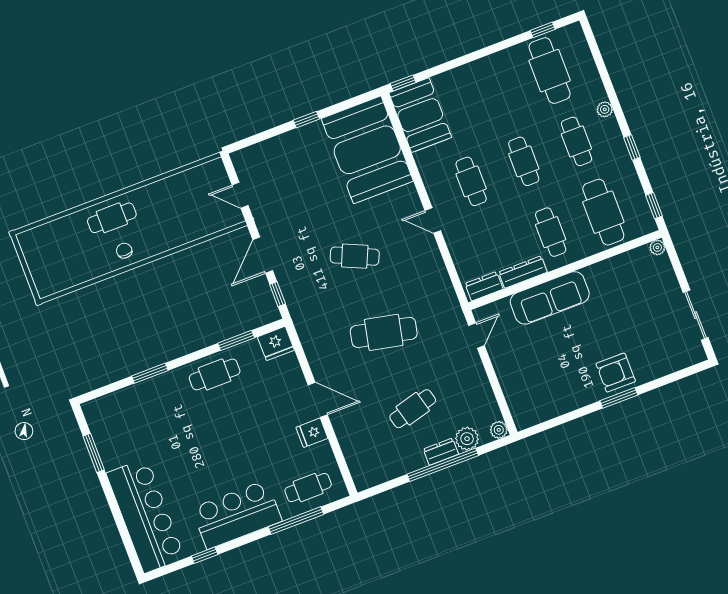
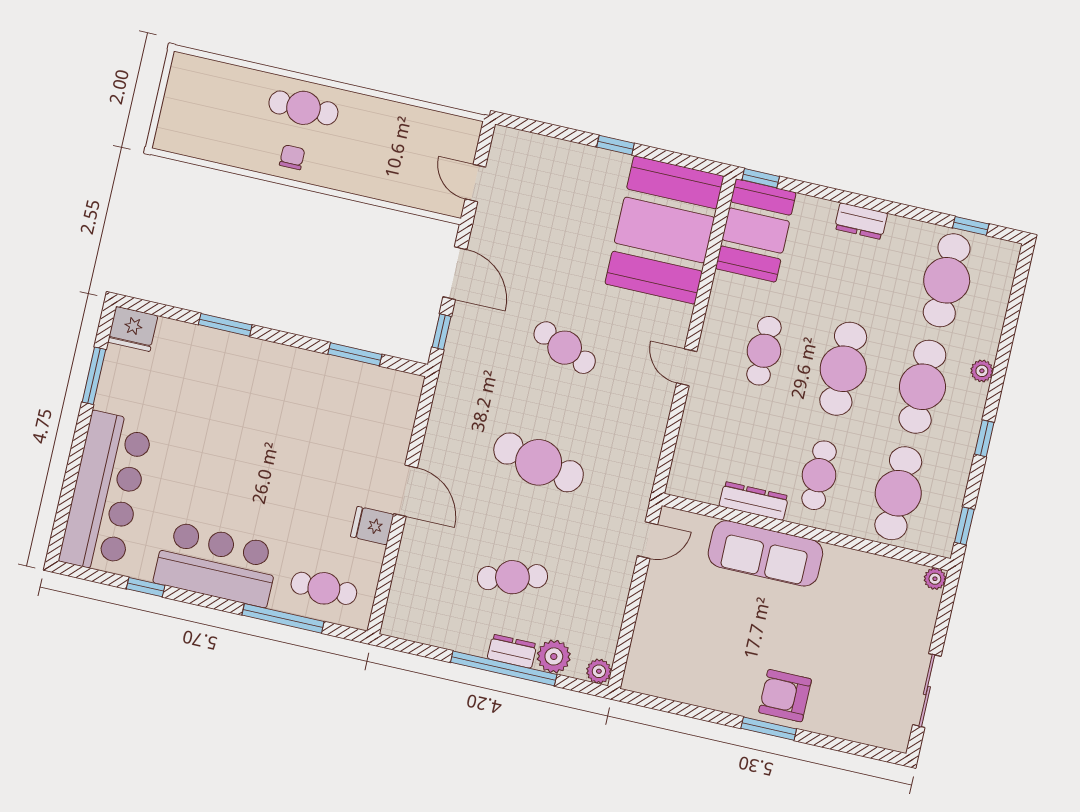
cafe table: (576, 141) -> (922, 387), width x1.37, depth x1.35
cafe table: (524, 161) -> (843, 369), width x1.37, depth x1.35
door: (263, 255) -> (455, 273), swing flipped
dresser: (484, 286) -> (861, 221), moved, turned 180
fridge: (276, 343) -> (133, 329), moved
cafe table: (215, 374) -> (302, 378), removed

